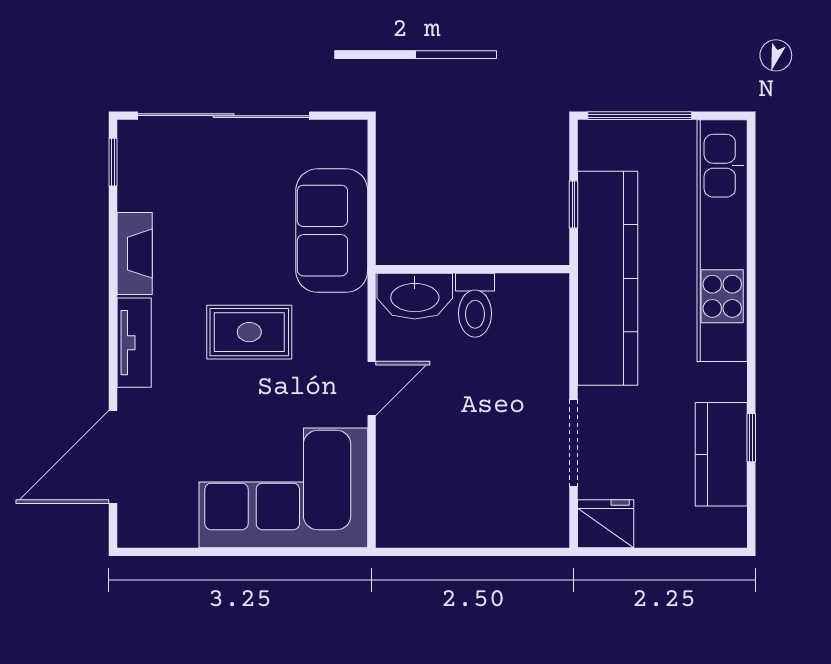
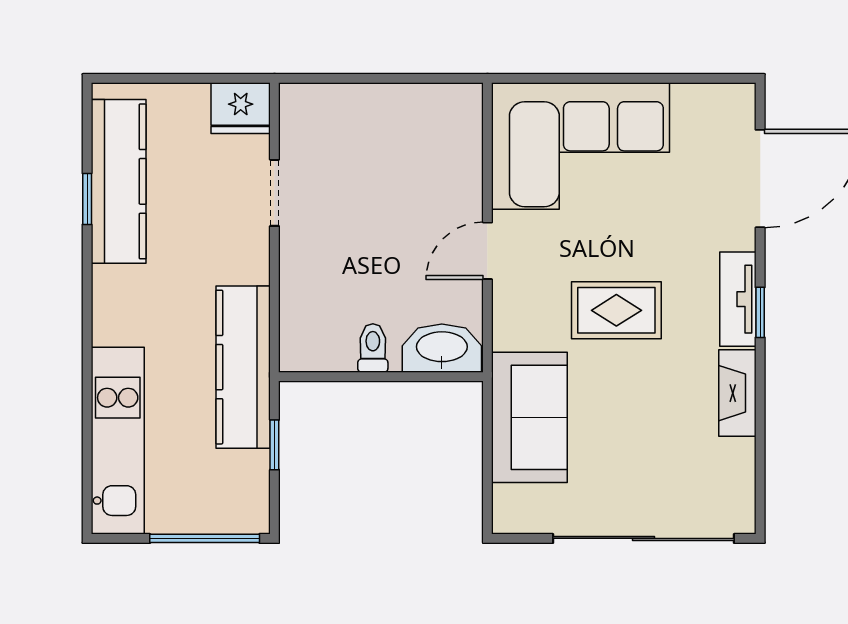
window: (113, 162) -> (760, 312), moved
kitchen unit: (722, 241) -> (118, 441), width x0.73
kitchen counter: (608, 278) -> (243, 367), width x0.72, depth x0.86
toilet: (475, 305) -> (373, 348), width x0.73, depth x0.72
doorway: (574, 443) -> (274, 193), width x0.73
kitchen counter: (721, 454) -> (119, 181), width x1.50

